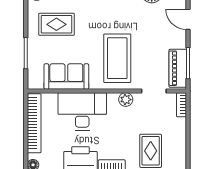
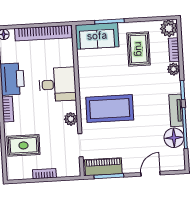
sofa: (66, 76) -> (97, 36), moved, turned 90
bookcase: (182, 105) -> (44, 174), moved
desk: (82, 111) -> (57, 84), width x0.73

